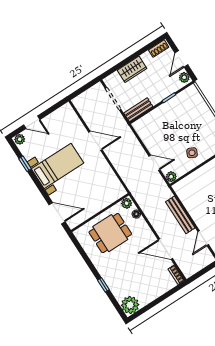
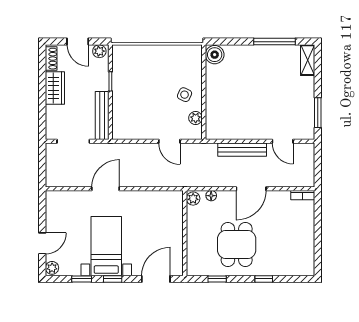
wardrobe: (132, 69) -> (55, 88), moved
bench: (138, 110) -> (102, 116), width x1.36
door: (154, 163) -> (169, 141), swing flipped
plant: (171, 177) -> (196, 118), moved
window: (38, 184) -> (113, 279), added
dining table: (110, 233) -> (237, 244), moved
door: (165, 249) -> (251, 189), moved
window: (83, 254) -> (217, 279), added
plant: (130, 305) -> (303, 265), removed

